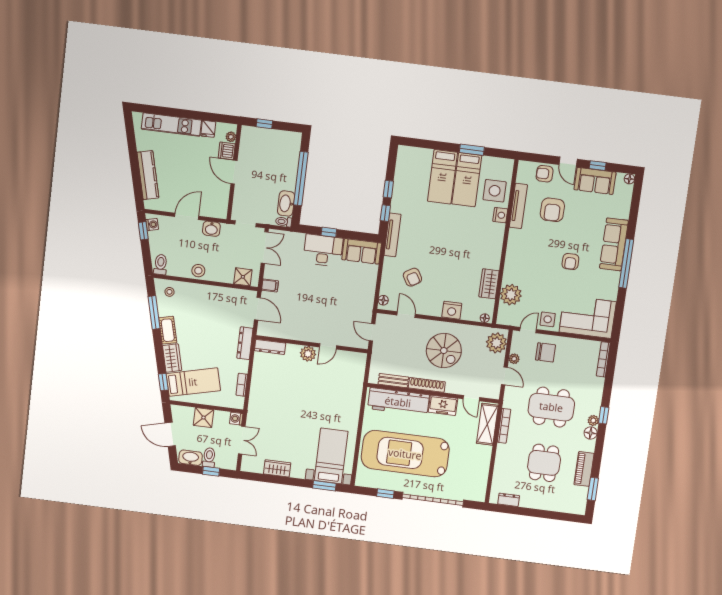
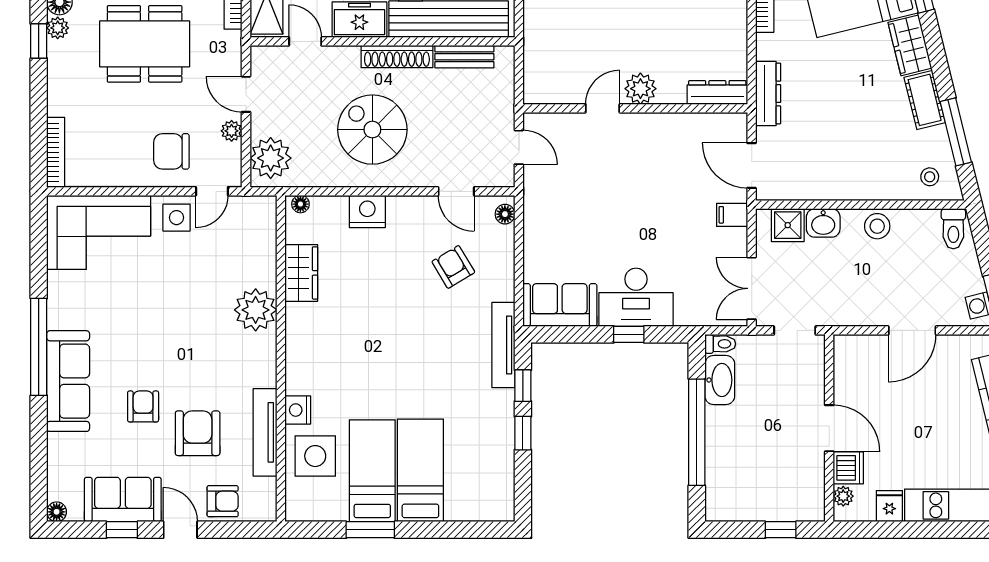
washbasin: (211, 229) -> (823, 223), moved, turned 180
armchair: (570, 261) -> (143, 406), moved
plant: (511, 295) -> (256, 310), moved

